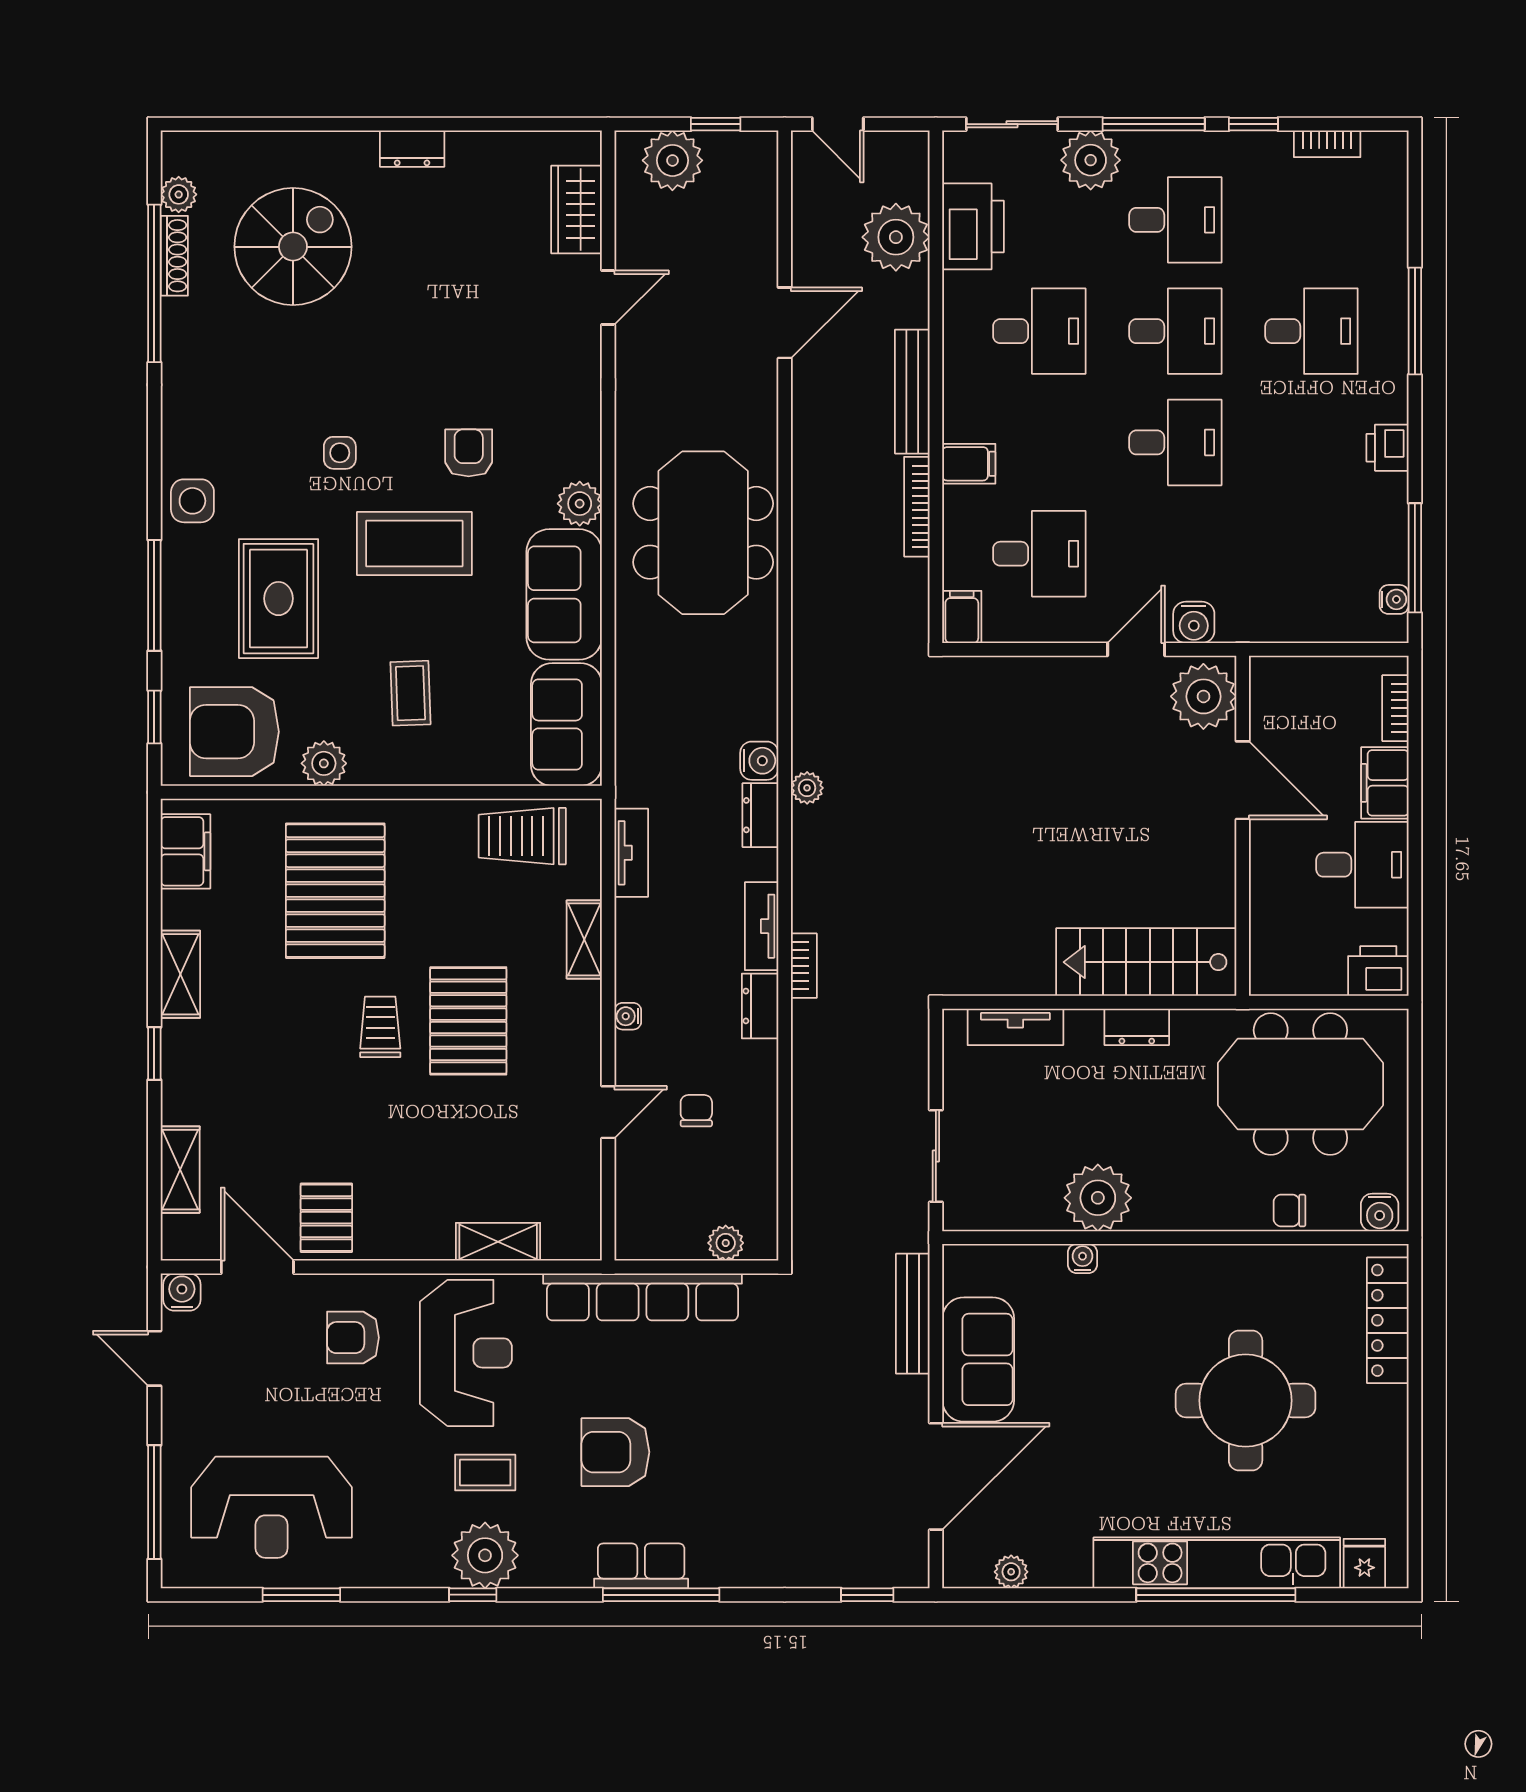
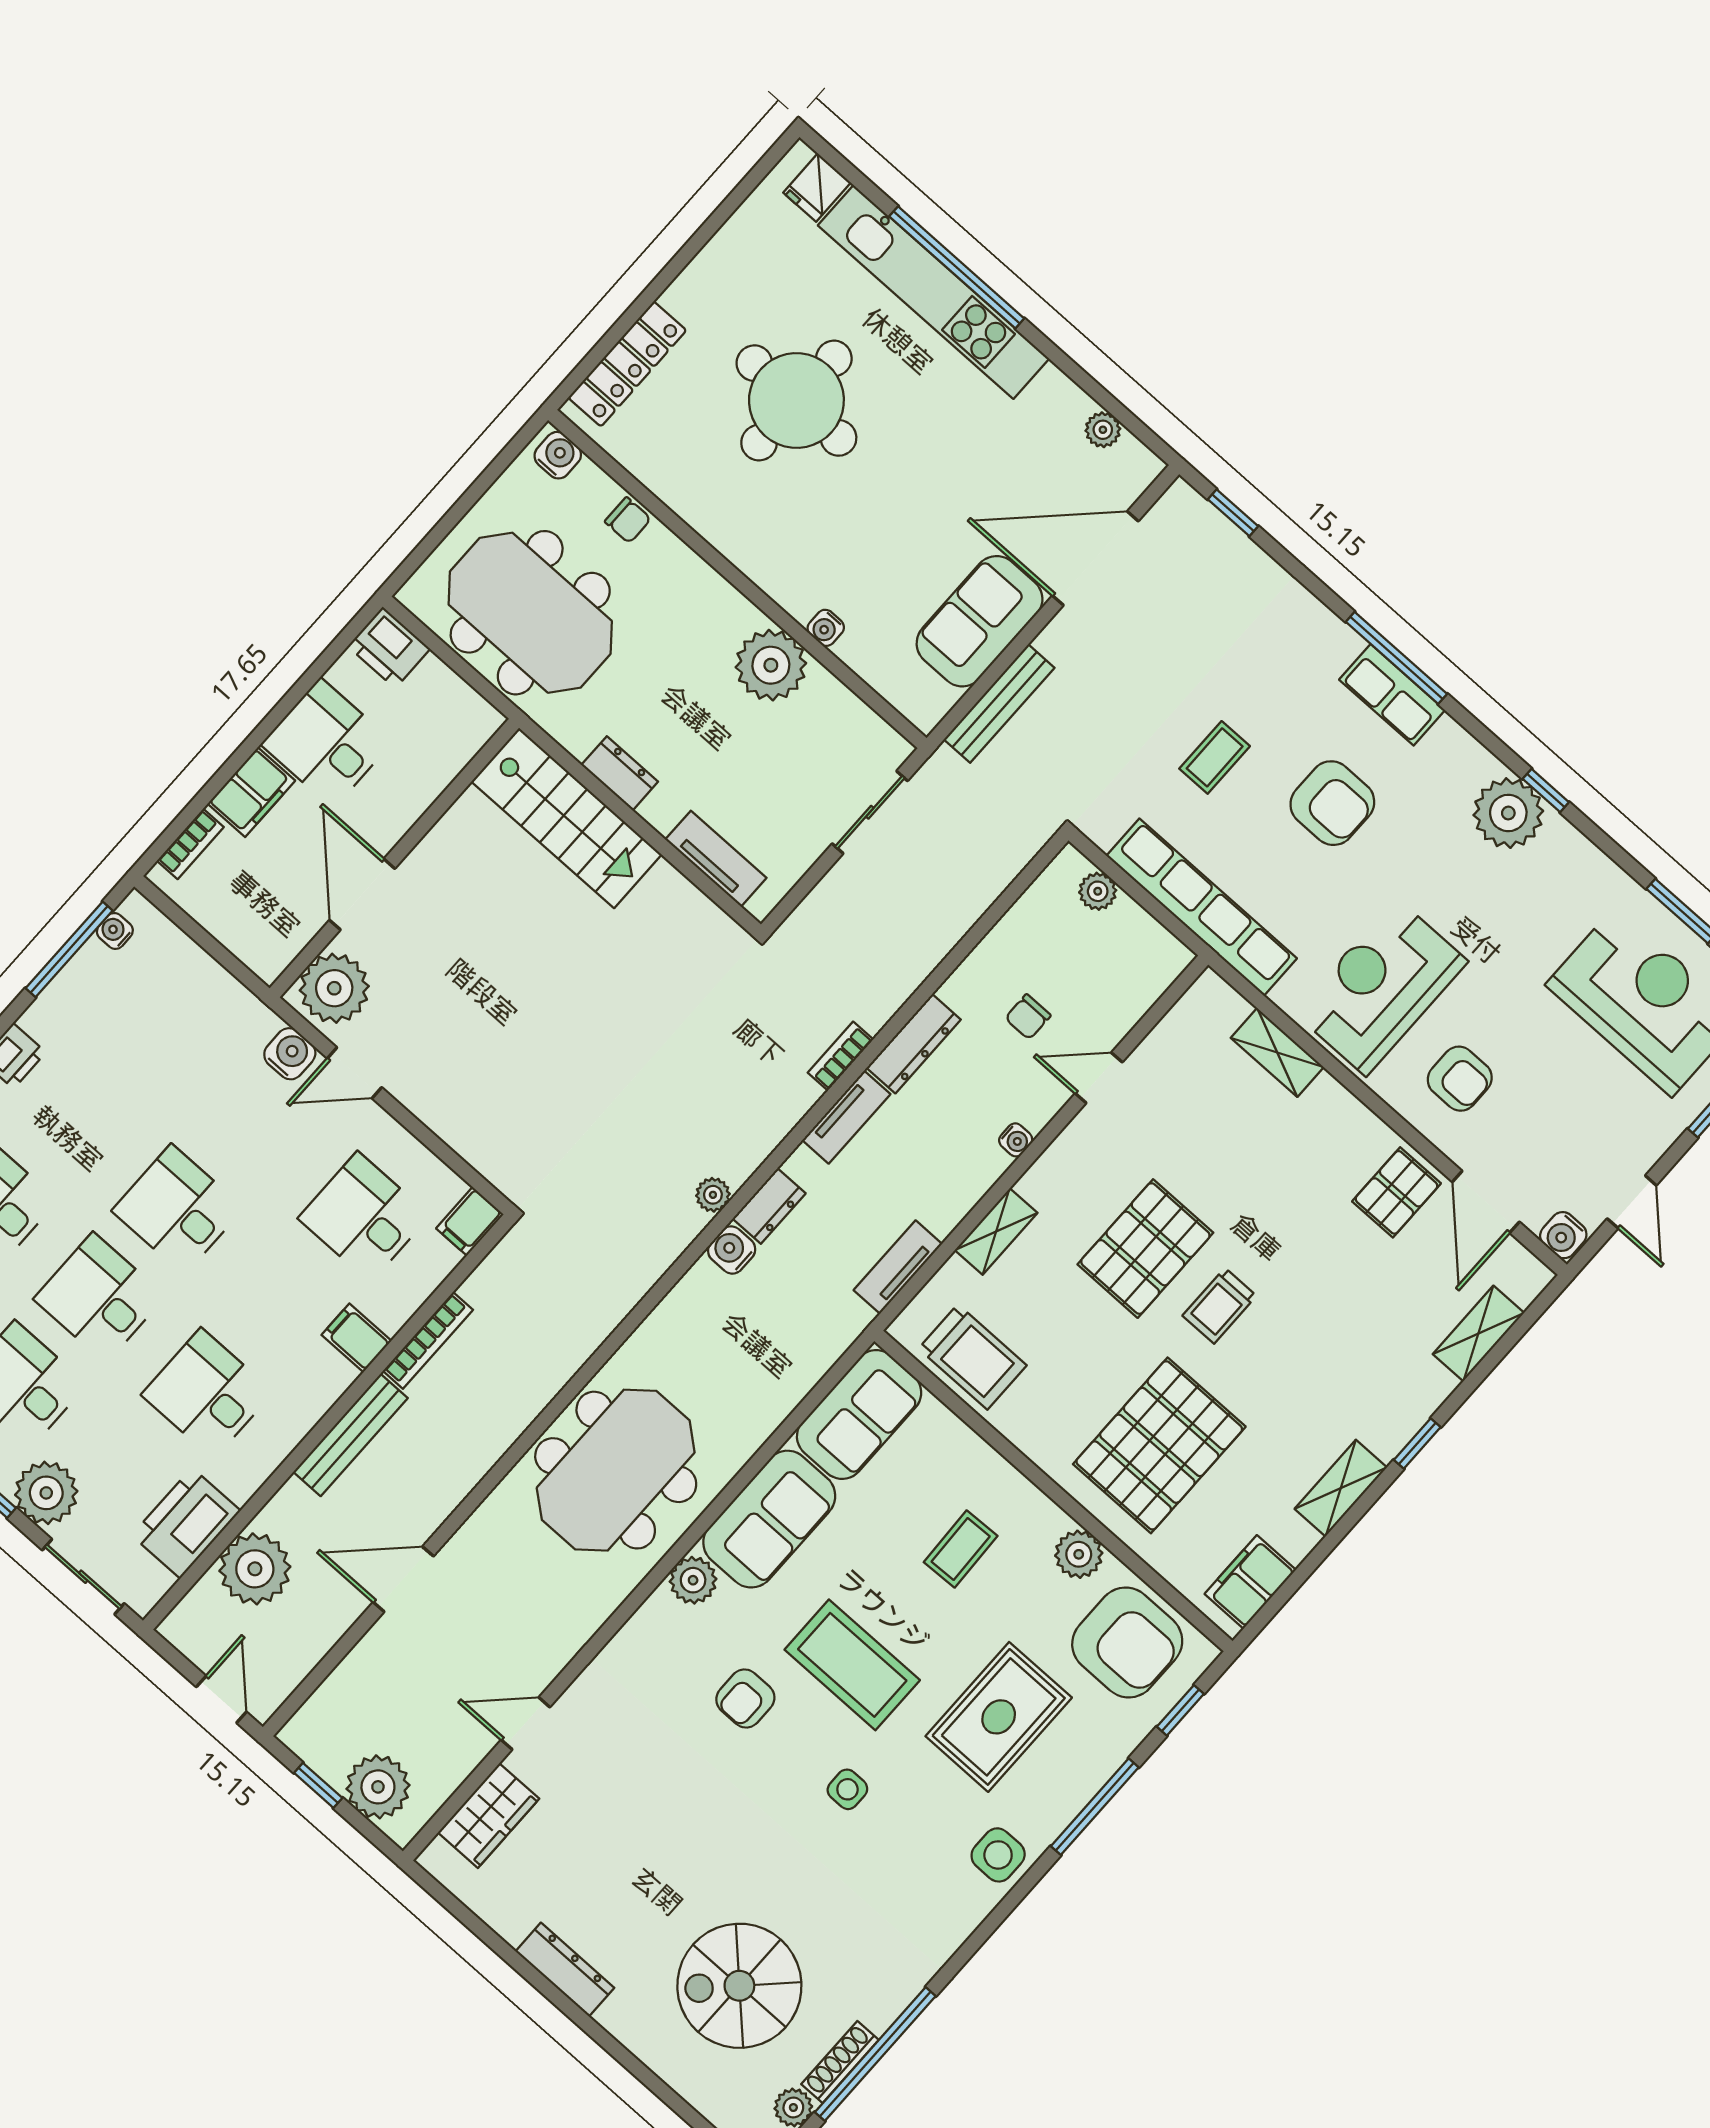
dresser: (412, 149) -> (565, 1970), width x1.44
dresser: (760, 1006) -> (914, 1044), width x1.44
coffee table: (485, 1473) -> (1215, 757), moved, turned 90

